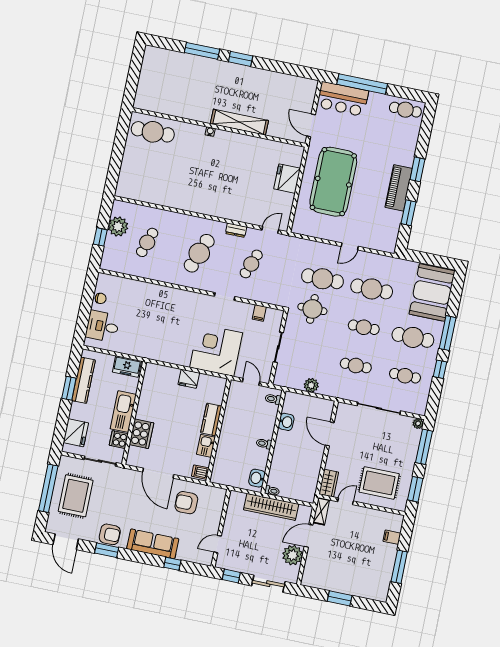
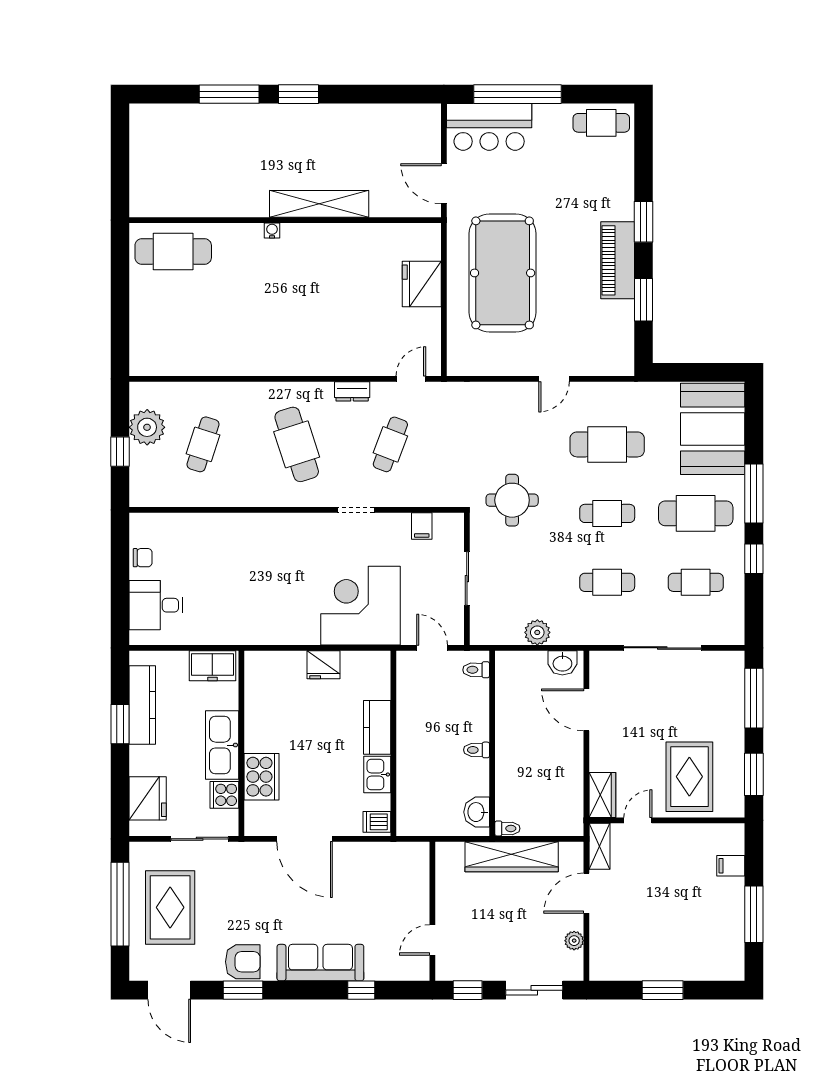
cafe table: (199, 253) -> (297, 444), turned -39
cafe table: (322, 279) -> (519, 444), removed
washbasin: (286, 422) -> (562, 663), moved, turned 90
plant: (418, 423) -> (735, 660), removed
rug: (379, 483) -> (689, 777), turned 90
armchair: (186, 503) -> (364, 880), removed
plant: (293, 555) -> (574, 941), width x0.53, depth x0.53

